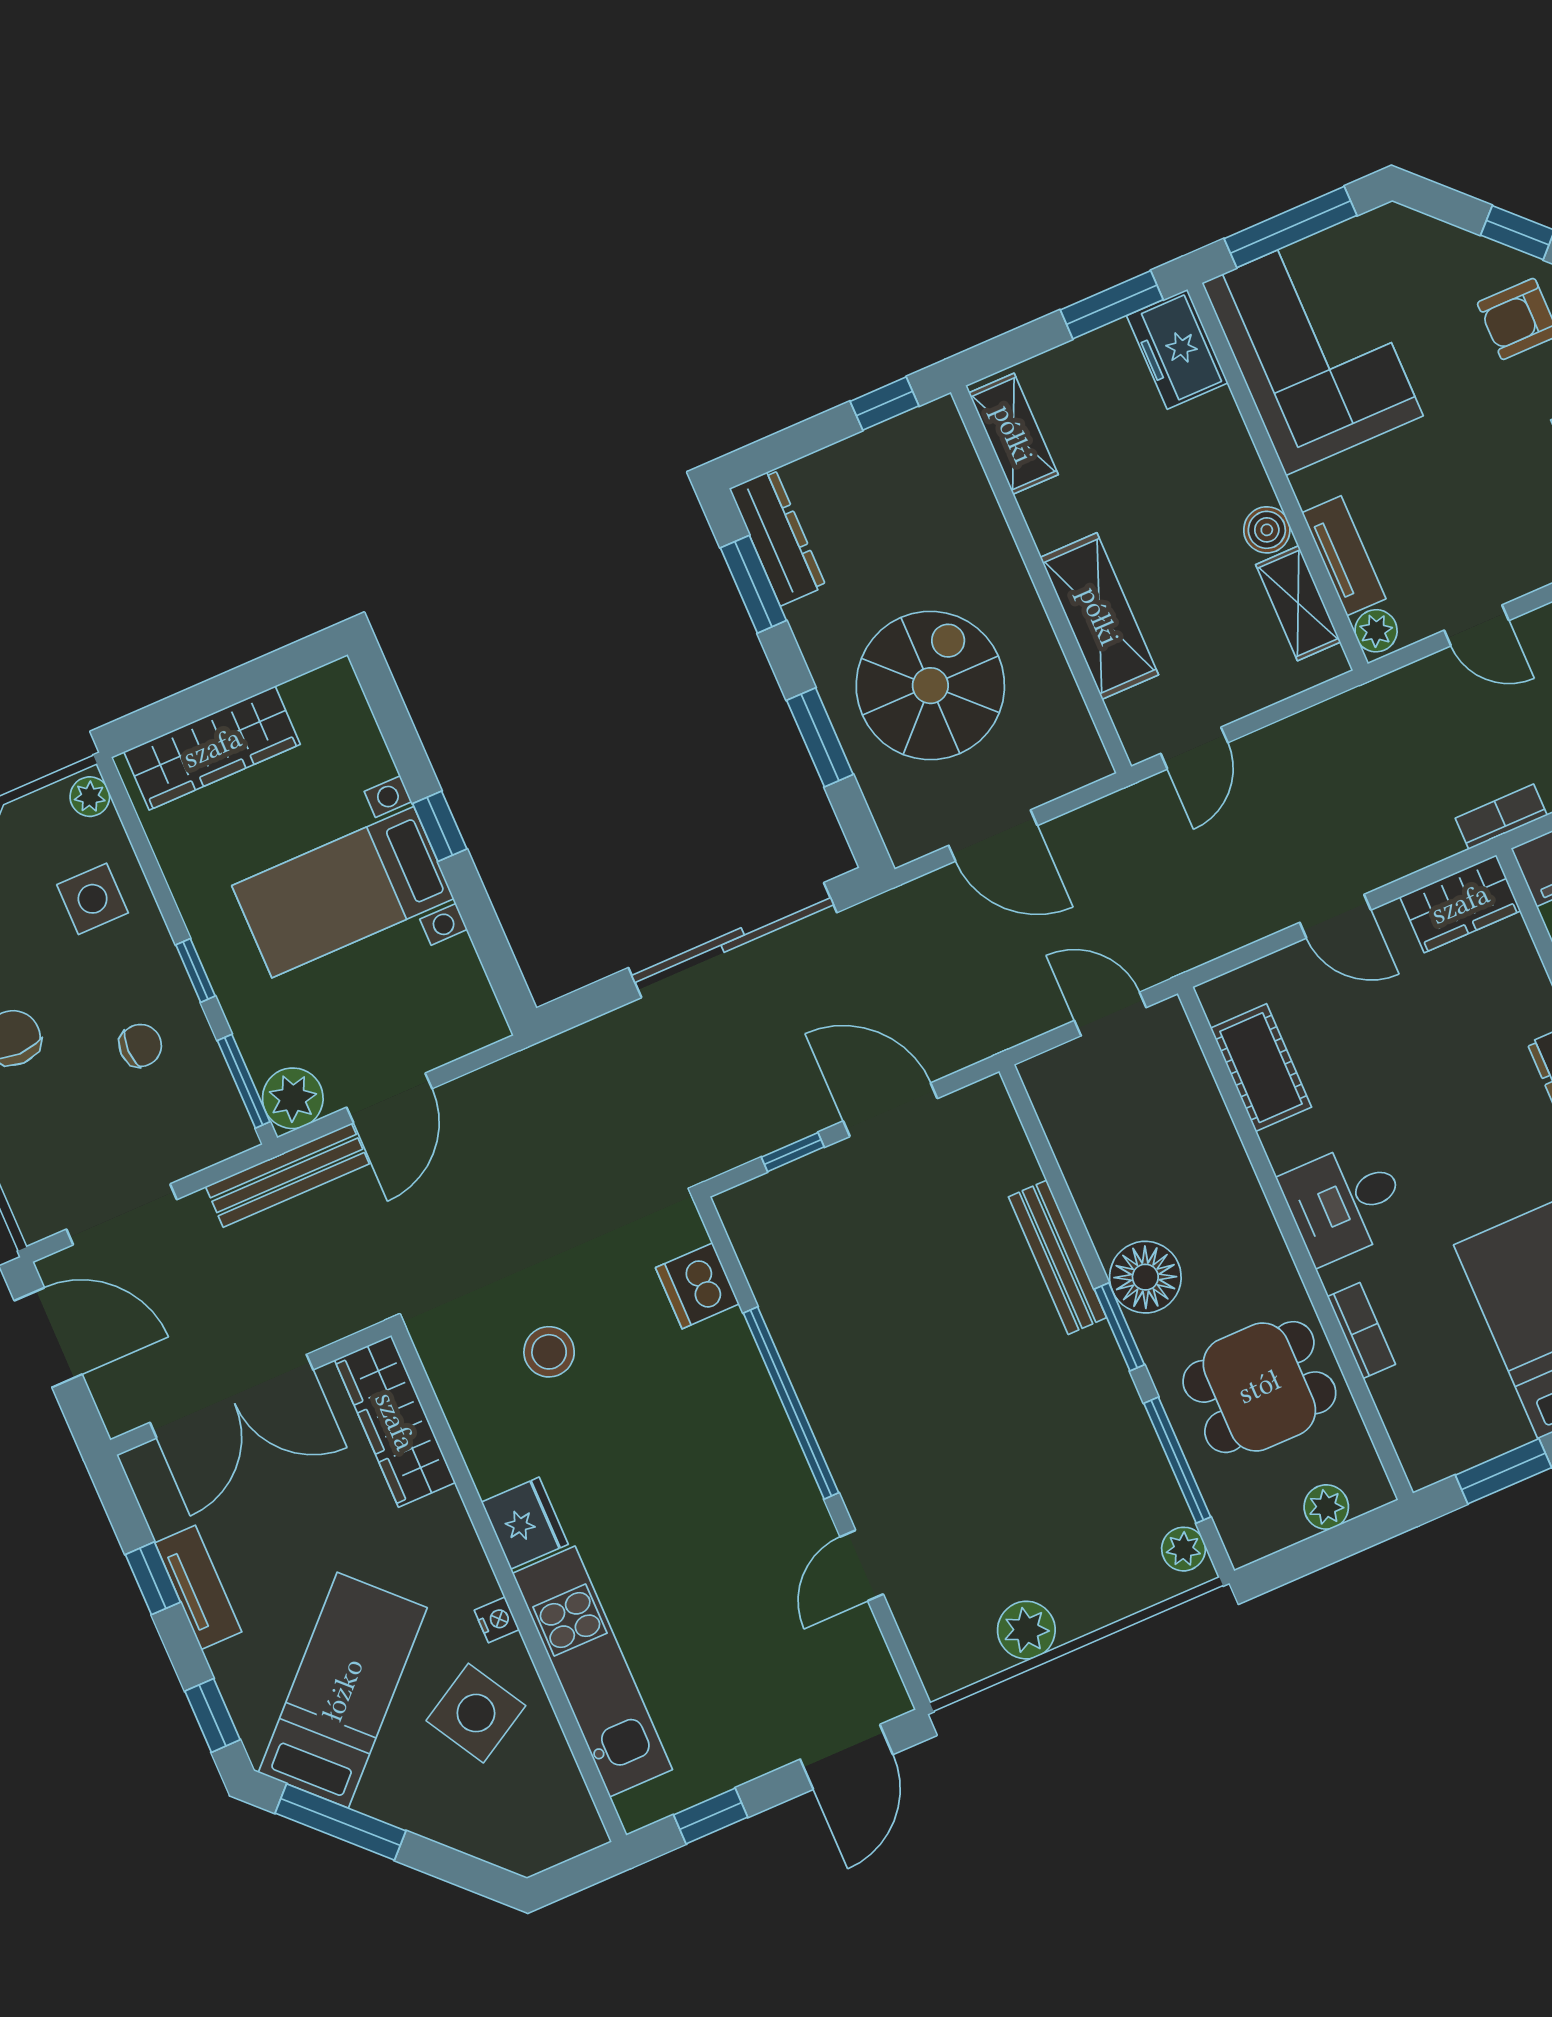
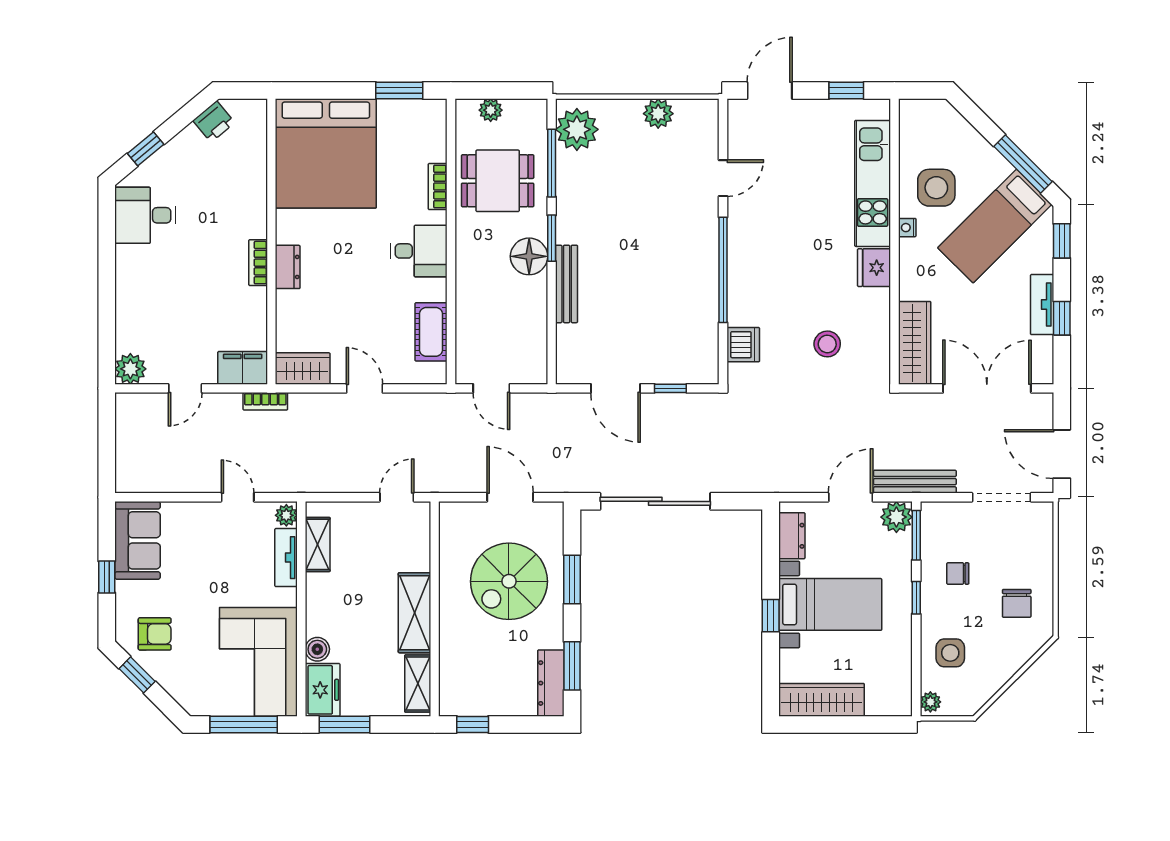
boiler: (1267, 530) -> (317, 649), moved
shelving: (1099, 616) -> (415, 613), moved
wardrobe: (212, 748) -> (821, 700), moved
dresser: (464, 984) -> (792, 536), added
plant: (1184, 1549) -> (577, 129), width x1.87, depth x1.87
side table: (476, 1713) -> (936, 188), turned 30

